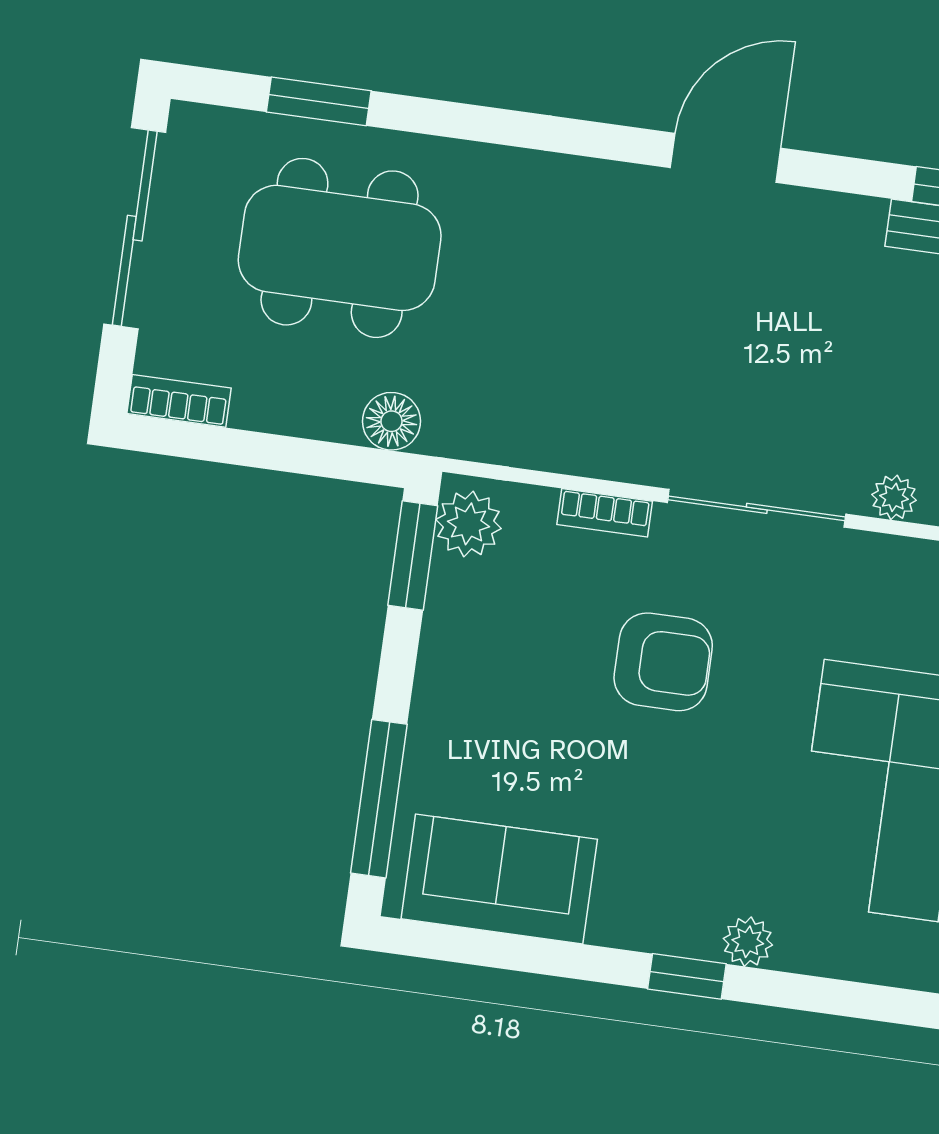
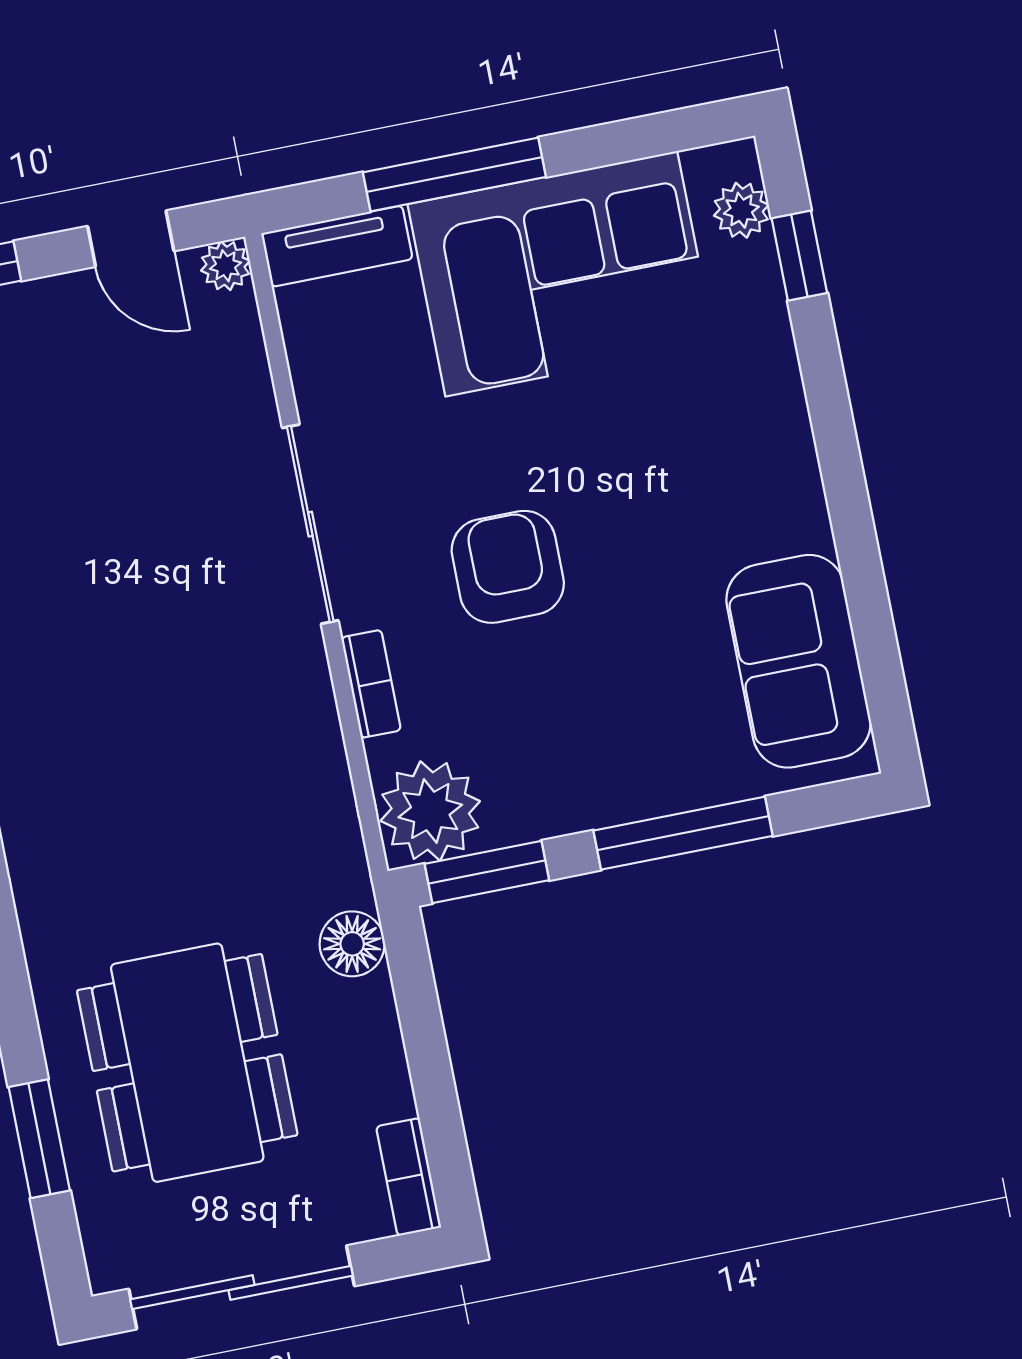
plant: (894, 497) -> (248, 382), removed
plant: (469, 524) -> (430, 811), width x1.36, depth x1.36
window: (379, 799) -> (683, 833), moved
plant: (748, 942) -> (741, 210), moved
window: (687, 976) -> (799, 256), moved

